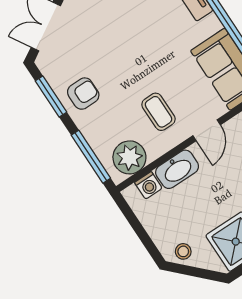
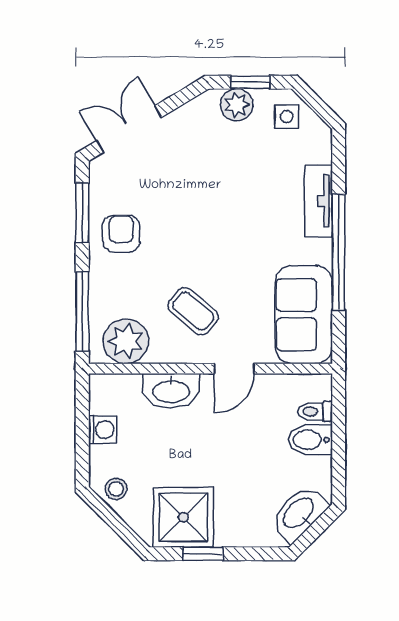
armchair: (83, 94) -> (121, 234), turned -90
coffee table: (159, 112) -> (193, 311), turned -50
washing machine: (148, 185) -> (103, 430), moved, turned -90

